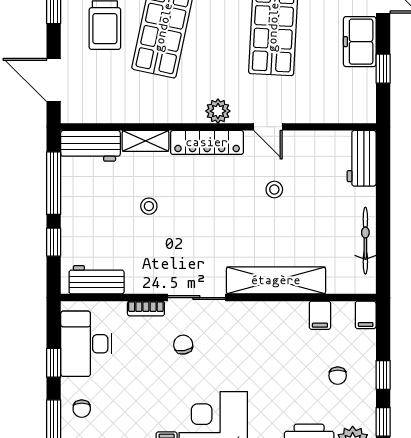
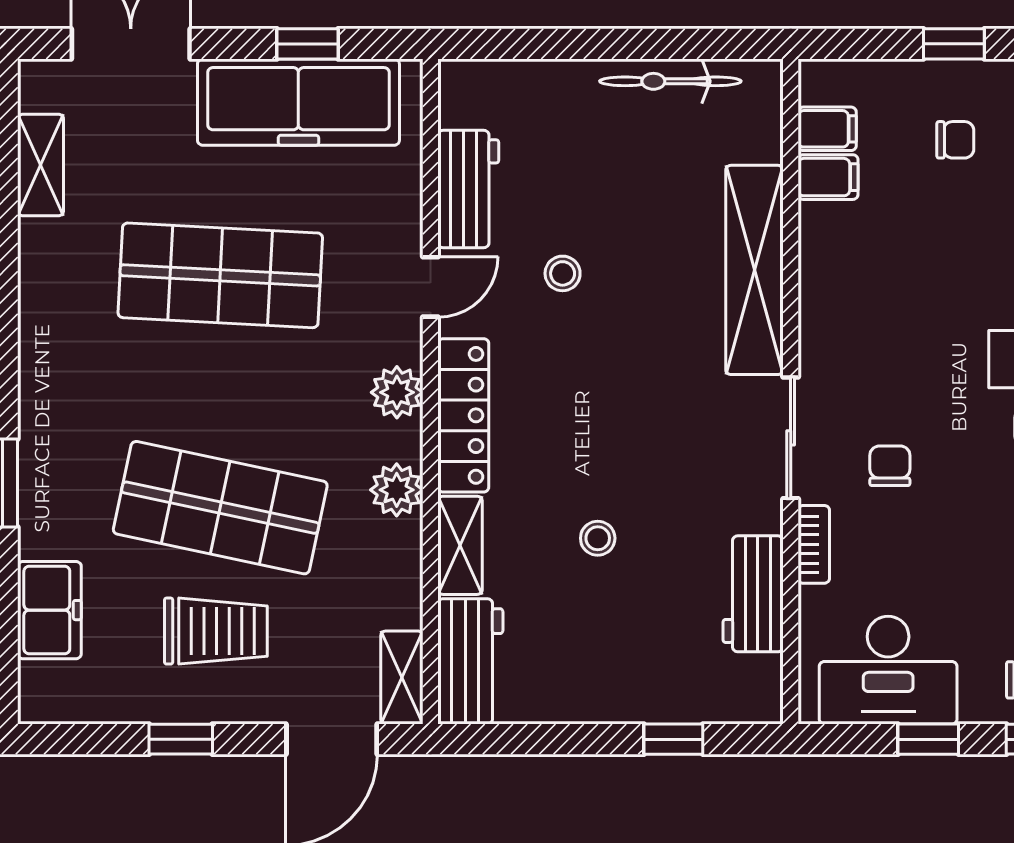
freezer: (360, 42) -> (298, 102), width x1.91, depth x1.26
plant: (172, 111) -> (397, 490), added
shelving: (83, 113) -> (402, 678), added
workbench: (362, 158) -> (468, 189), moved, turned -90
window: (54, 183) -> (549, 739), removed
workbench: (97, 280) -> (753, 594), moved
filing cabinet: (366, 315) -> (827, 129), moved
chair: (183, 345) -> (890, 466), turned 100

